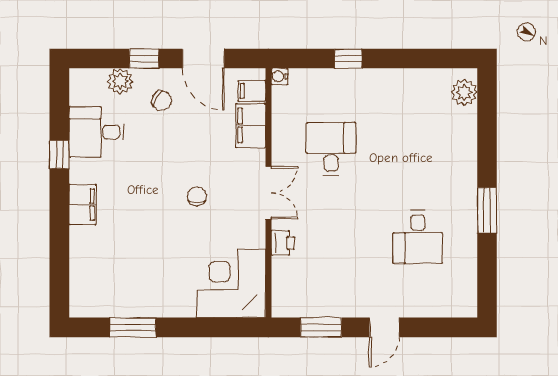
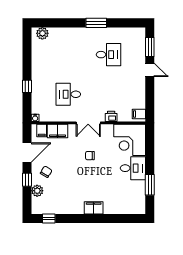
desk: (96, 132) -> (133, 168), moved, turned -90
window: (59, 154) -> (49, 218), moved
double door: (268, 193) -> (88, 123), swing flipped
filing cabinet: (288, 304) -> (139, 114), added
window: (321, 327) -> (150, 47), moved

